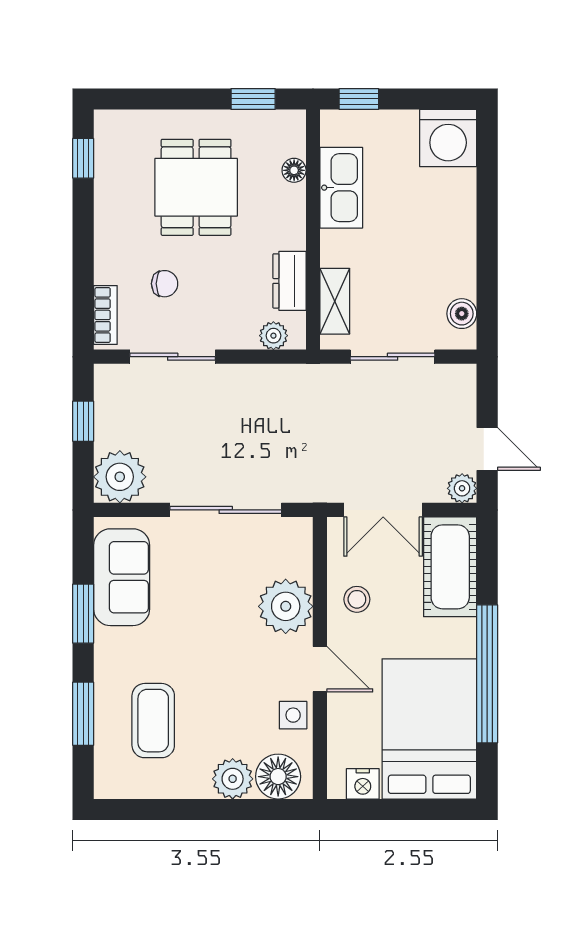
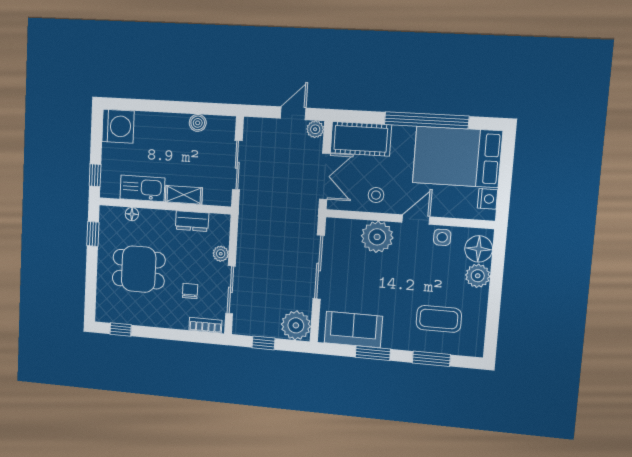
shelving: (335, 301) -> (184, 195), moved
boiler: (462, 314) -> (198, 123), moved
plant: (273, 336) -> (221, 254), moved

